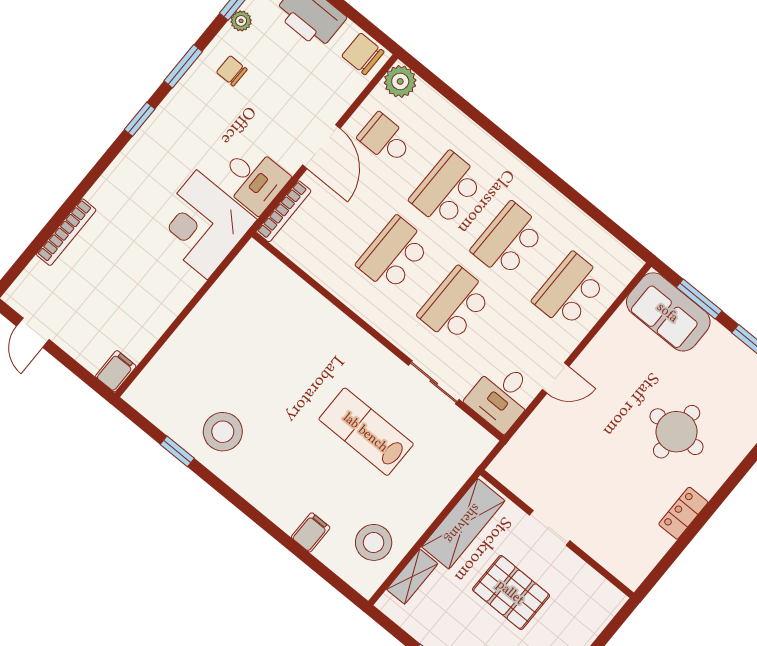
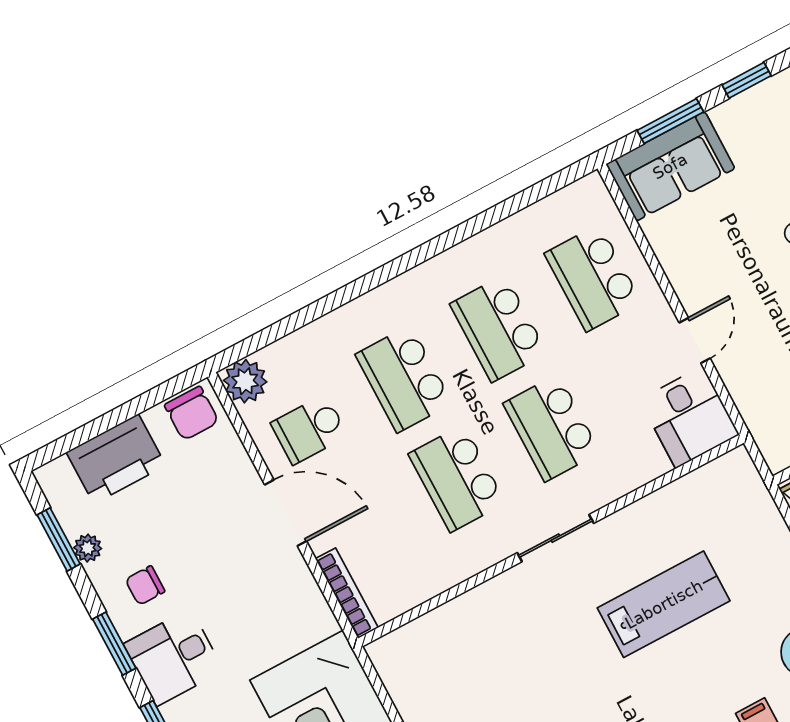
chair: (363, 54) -> (192, 413), turned -90
desk: (253, 179) -> (174, 657), moved, turned 180
sliding door: (434, 382) -> (556, 538), moved
lab bench: (366, 432) -> (664, 604), turned 180

